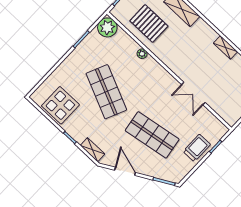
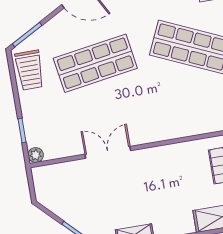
plant: (142, 54) -> (36, 155), moved
trolley: (197, 148) -> (30, 70), moved

